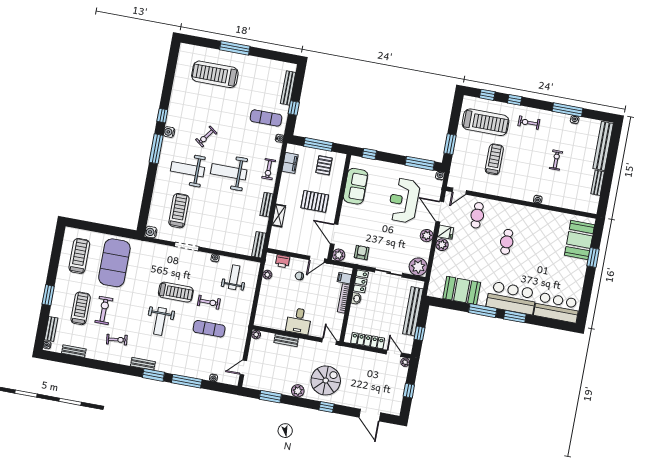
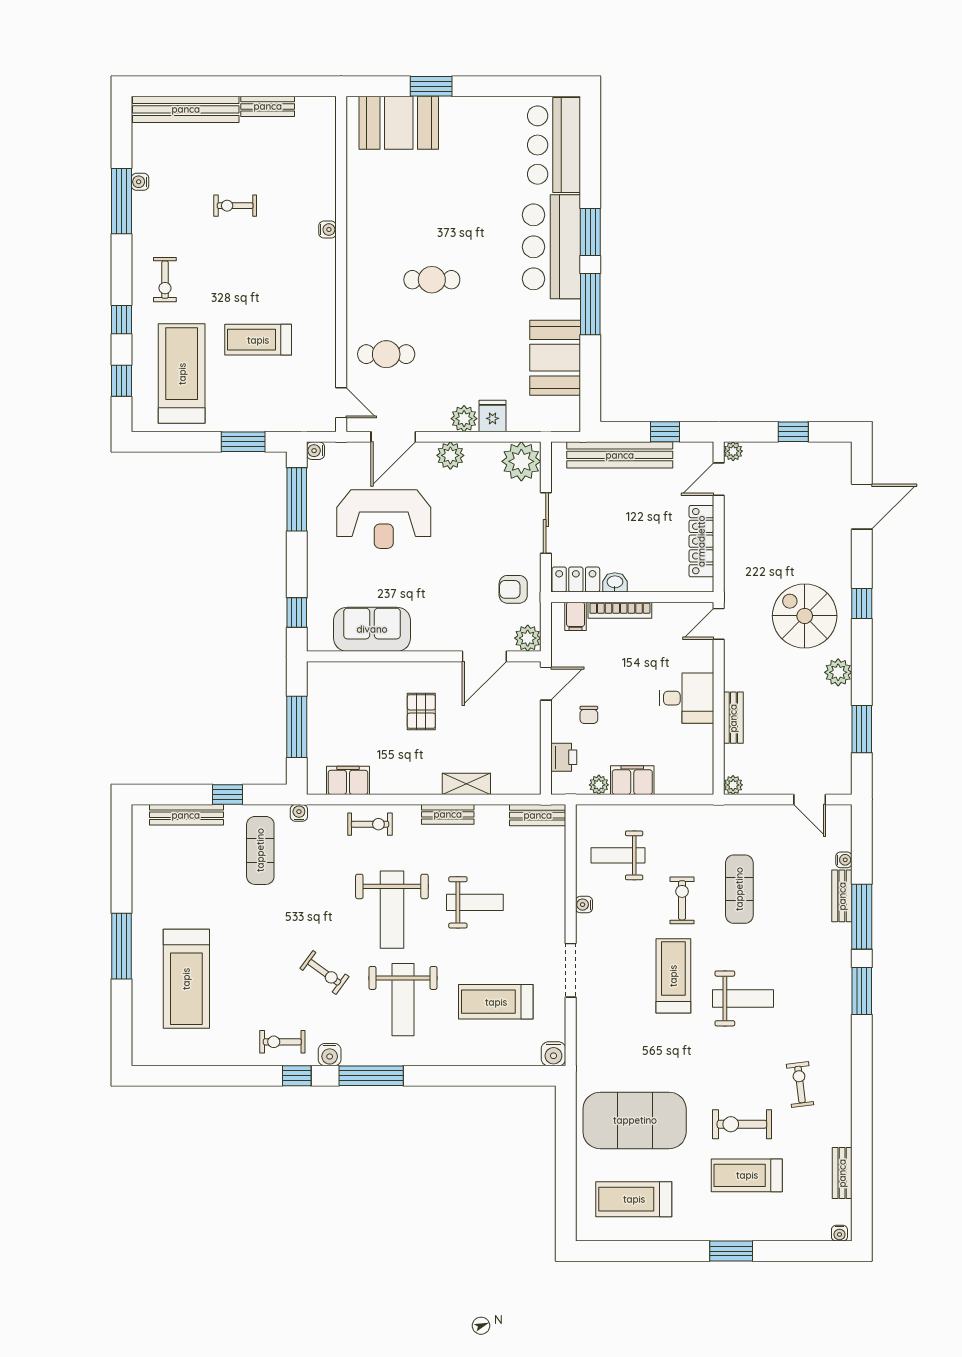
exercise bike: (179, 112) -> (282, 1042), added
pallet: (324, 165) -> (339, 706), removed
pallet: (315, 201) -> (421, 712), width x0.67, depth x0.71
weight bench: (225, 209) -> (475, 902), added
fridge: (446, 232) -> (493, 416), moved
door: (317, 259) -> (546, 684), hinge flipped
filing cabinet: (267, 290) -> (632, 780), added
bench: (51, 329) -> (803, 1231), removed
bench: (143, 364) -> (842, 896), moved

